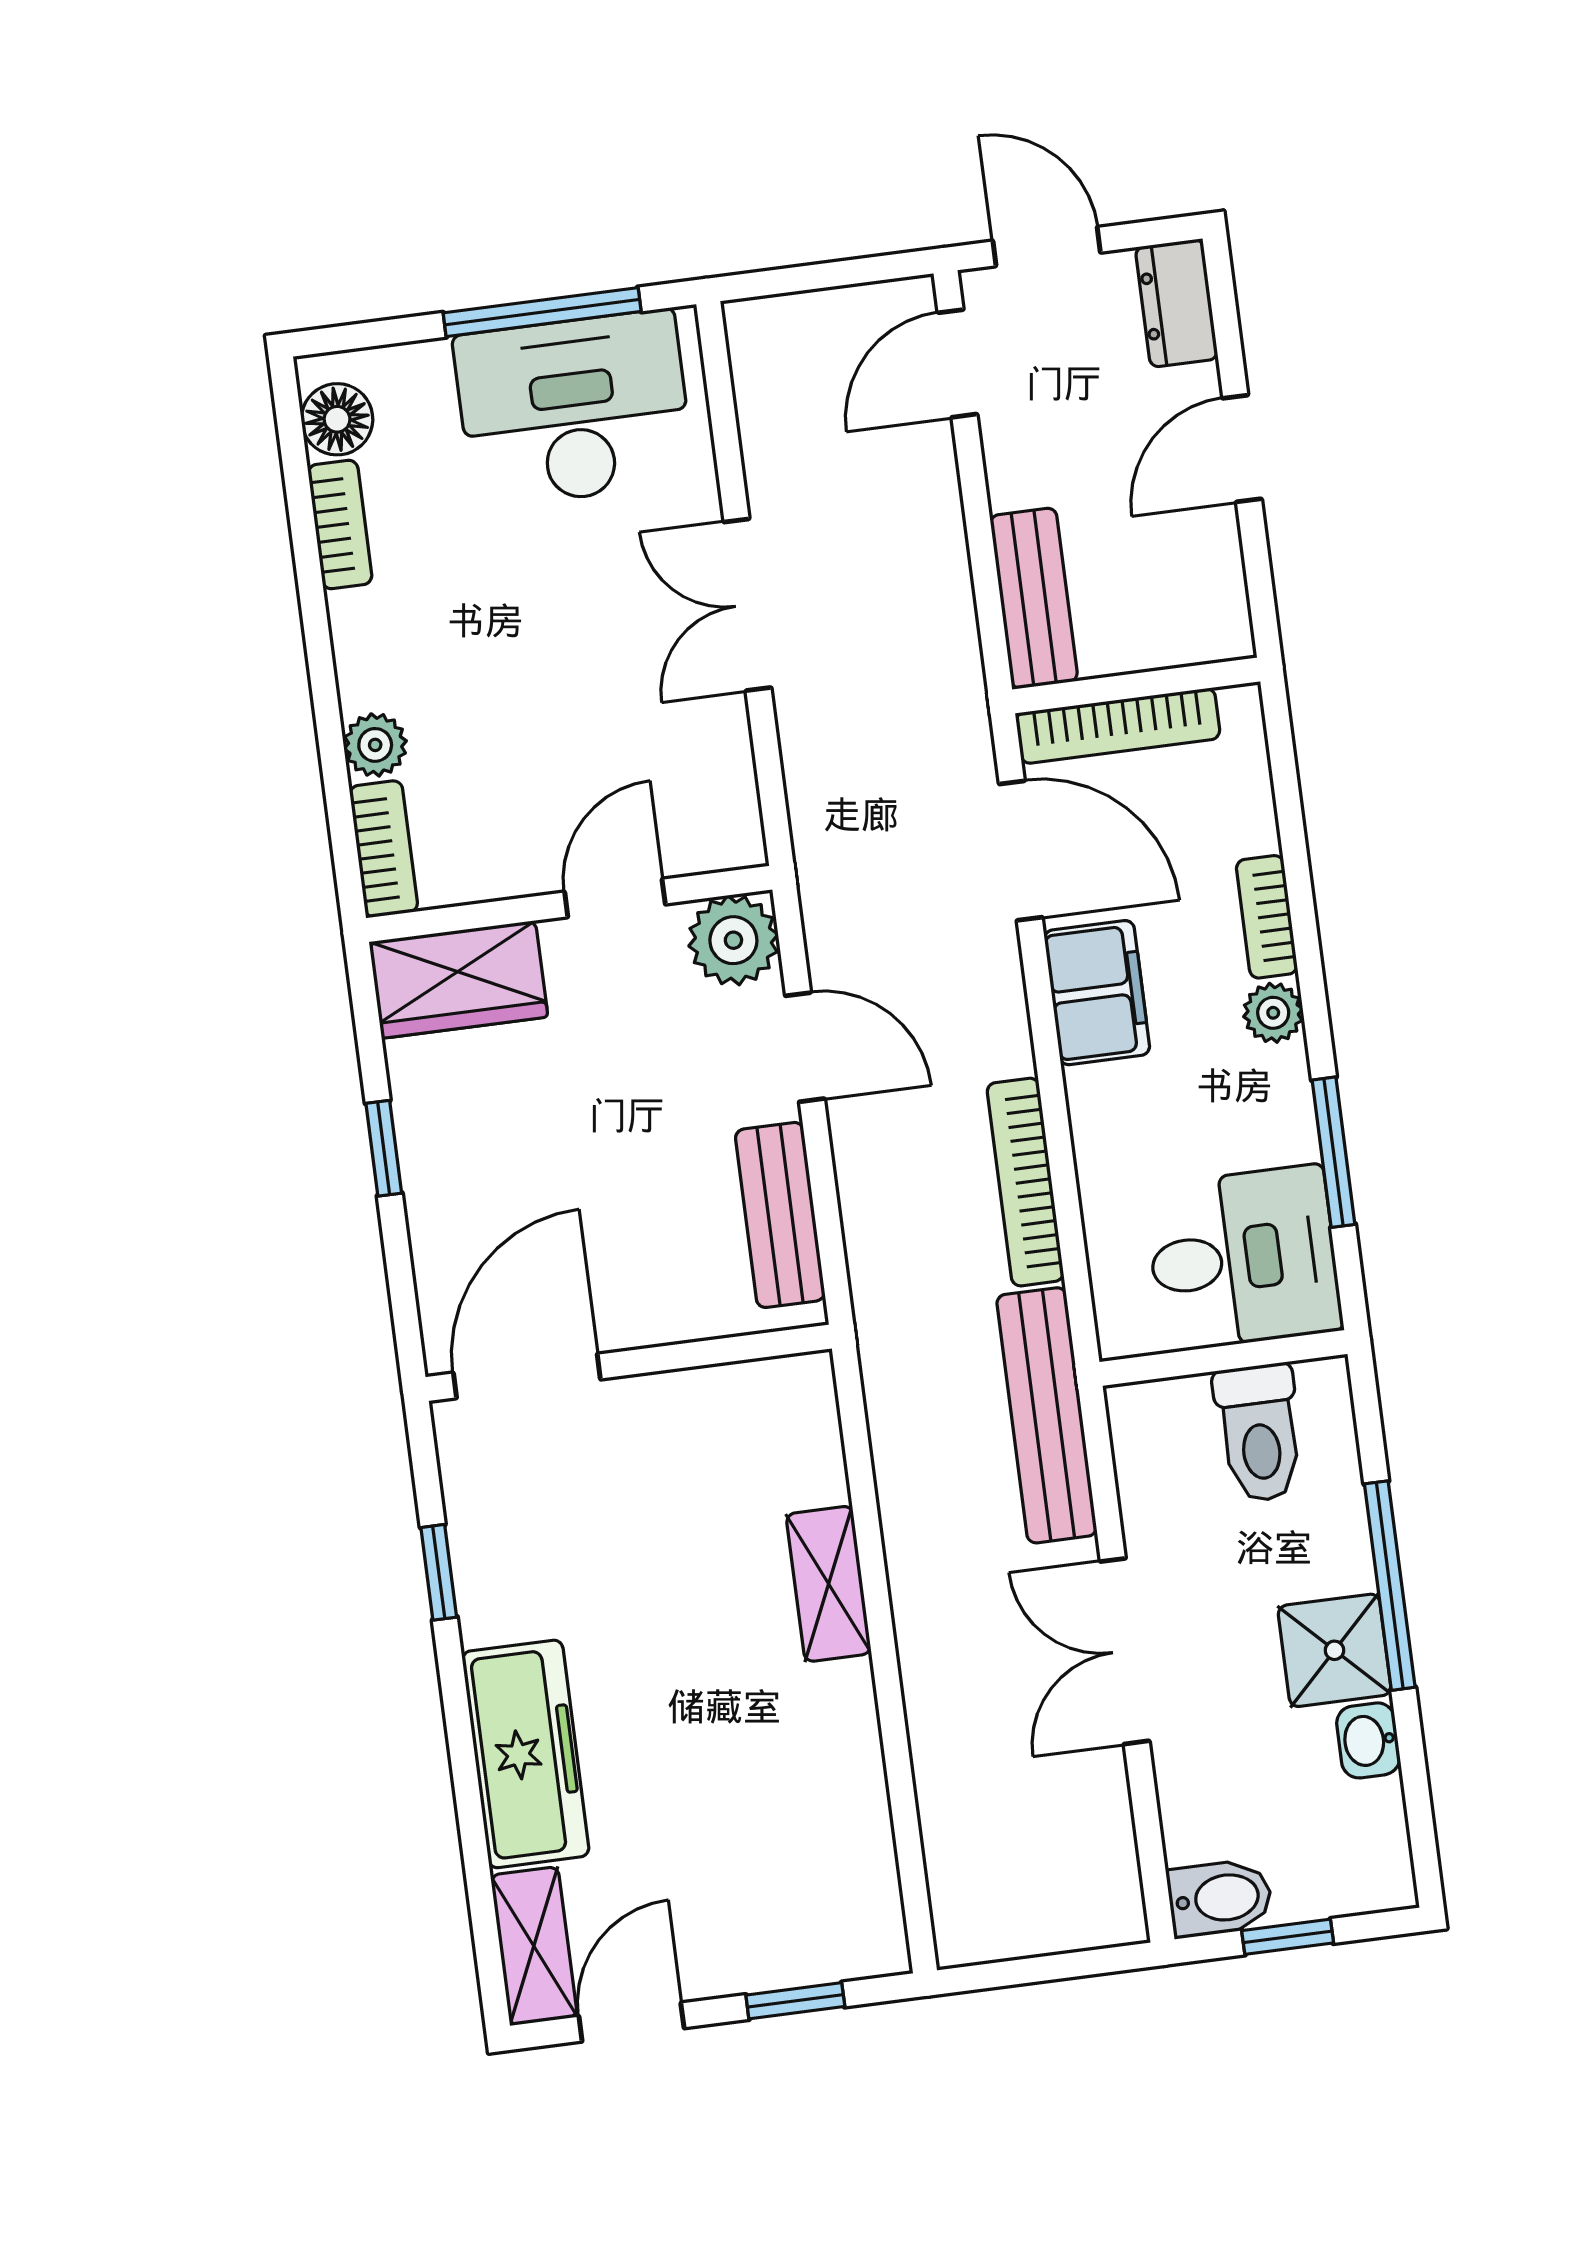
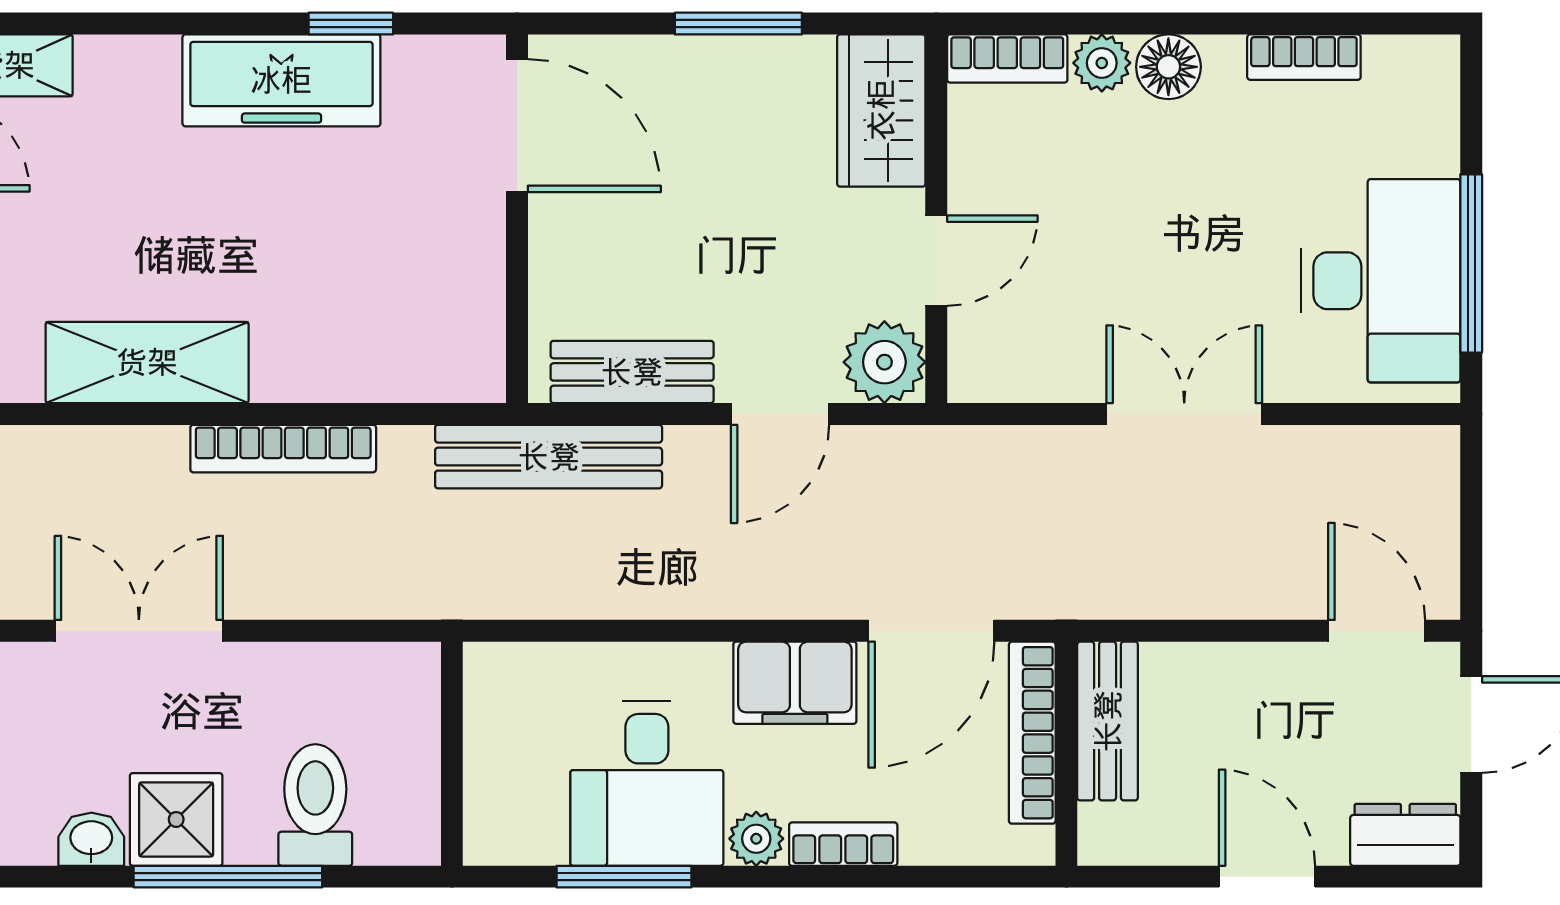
floor lamp: (337, 419) -> (1168, 67), moved
bench: (1034, 598) -> (1108, 721), moved, turned 90
door: (615, 898) -> (936, 261), hinge flipped
window: (384, 1148) -> (738, 24), width x1.50
bookcase: (1025, 1182) -> (283, 449), moved, turned 180
desk: (1243, 1258) -> (647, 783), moved
bench: (1047, 1415) -> (549, 457), moved
toilet: (1259, 1433) -> (315, 805), moved, turned 90
shelving: (829, 1584) -> (147, 362), moved, width x1.50, depth x1.33
double door: (1125, 1651) -> (139, 631), moved
freezer: (526, 1754) -> (281, 80), moved

